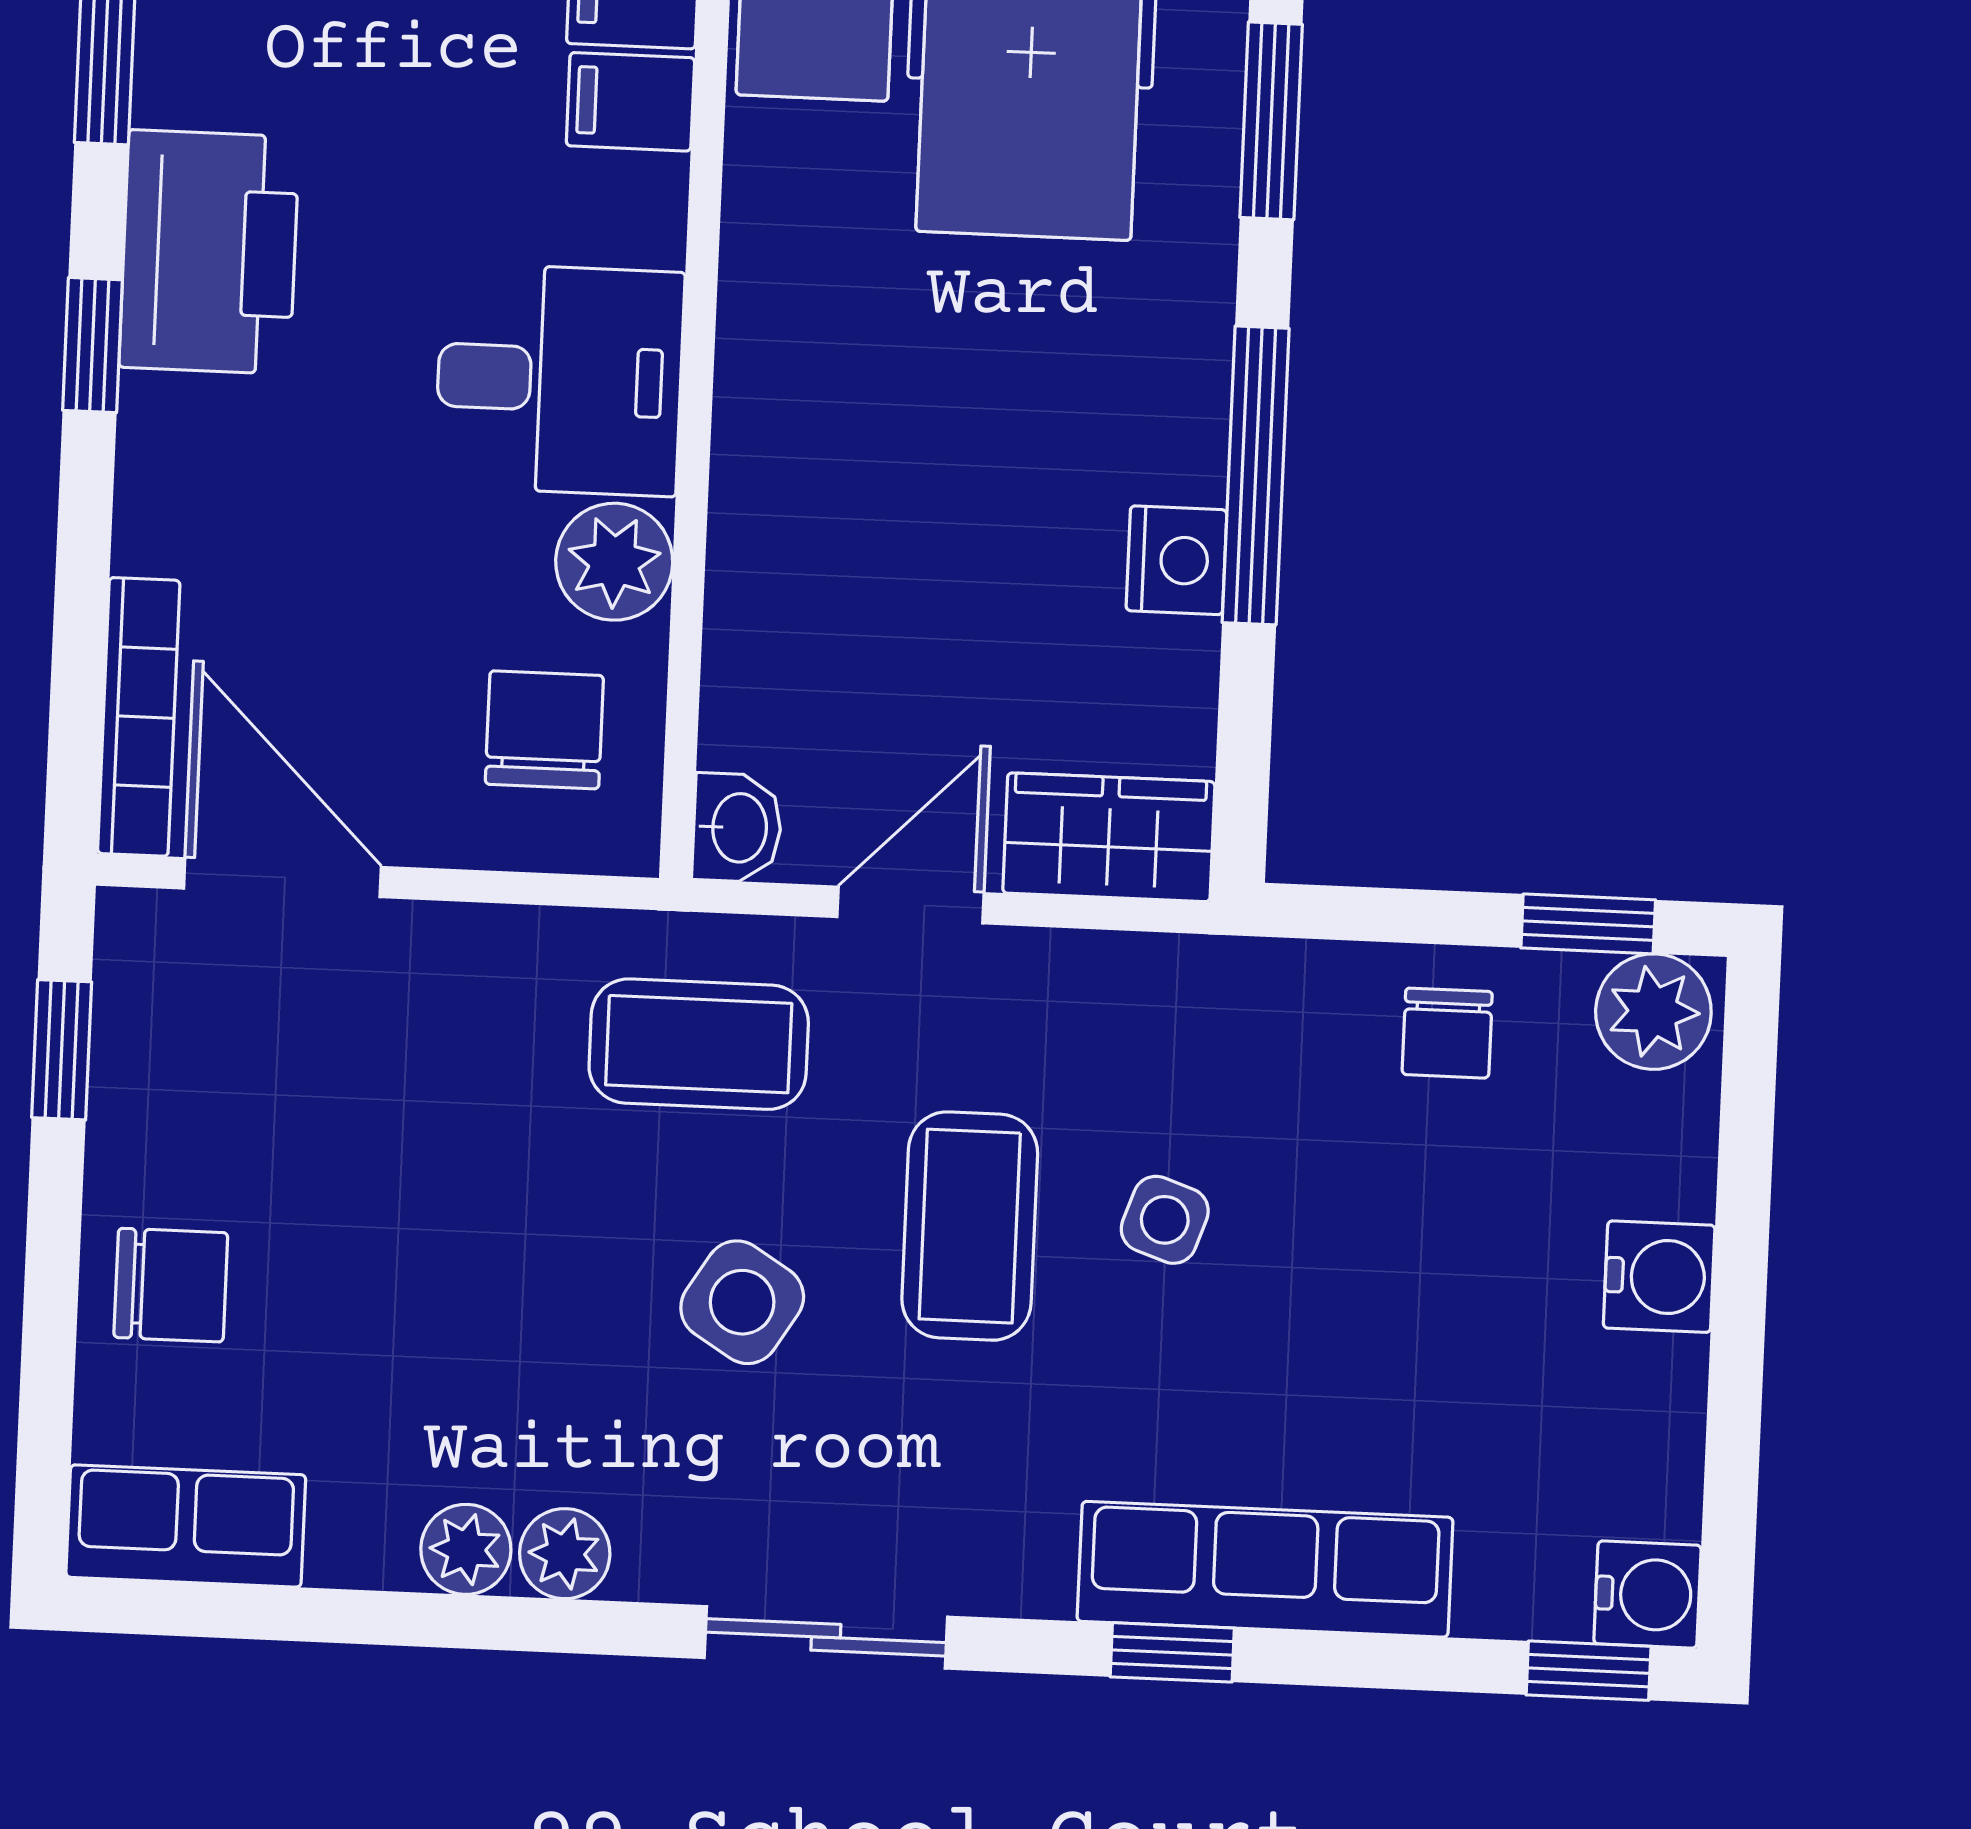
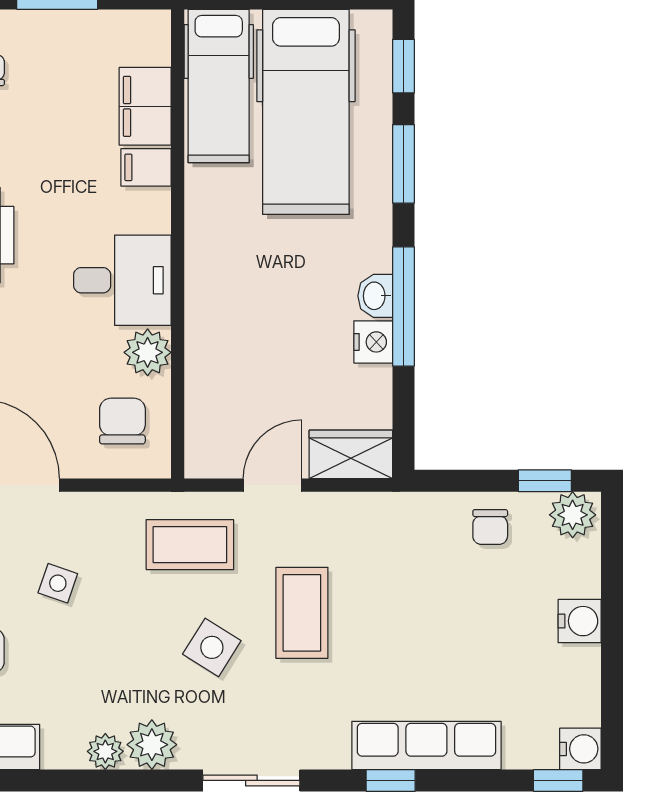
washbasin: (737, 828) -> (375, 296), moved, turned 180
side table: (1165, 1220) -> (58, 583), moved
plant: (565, 1554) -> (152, 745), width x1.38, depth x1.38

